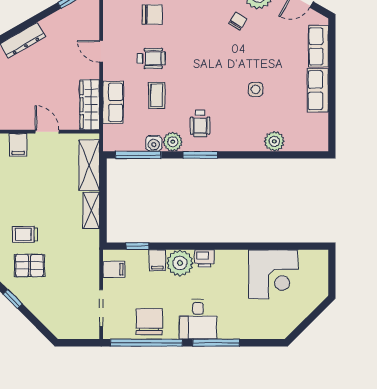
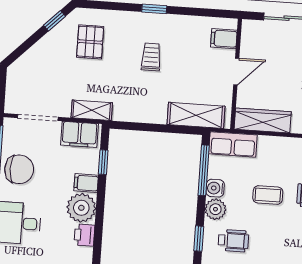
row of seats: (113, 102) -> (233, 144), moved
wheelchair: (200, 124) -> (233, 241), turned 180
window: (200, 155) -> (199, 239), width x0.67
shelving: (91, 210) -> (92, 110), moved
trolley: (25, 234) -> (151, 57), moved
filing cabinet: (114, 269) -> (80, 134), width x2.00

